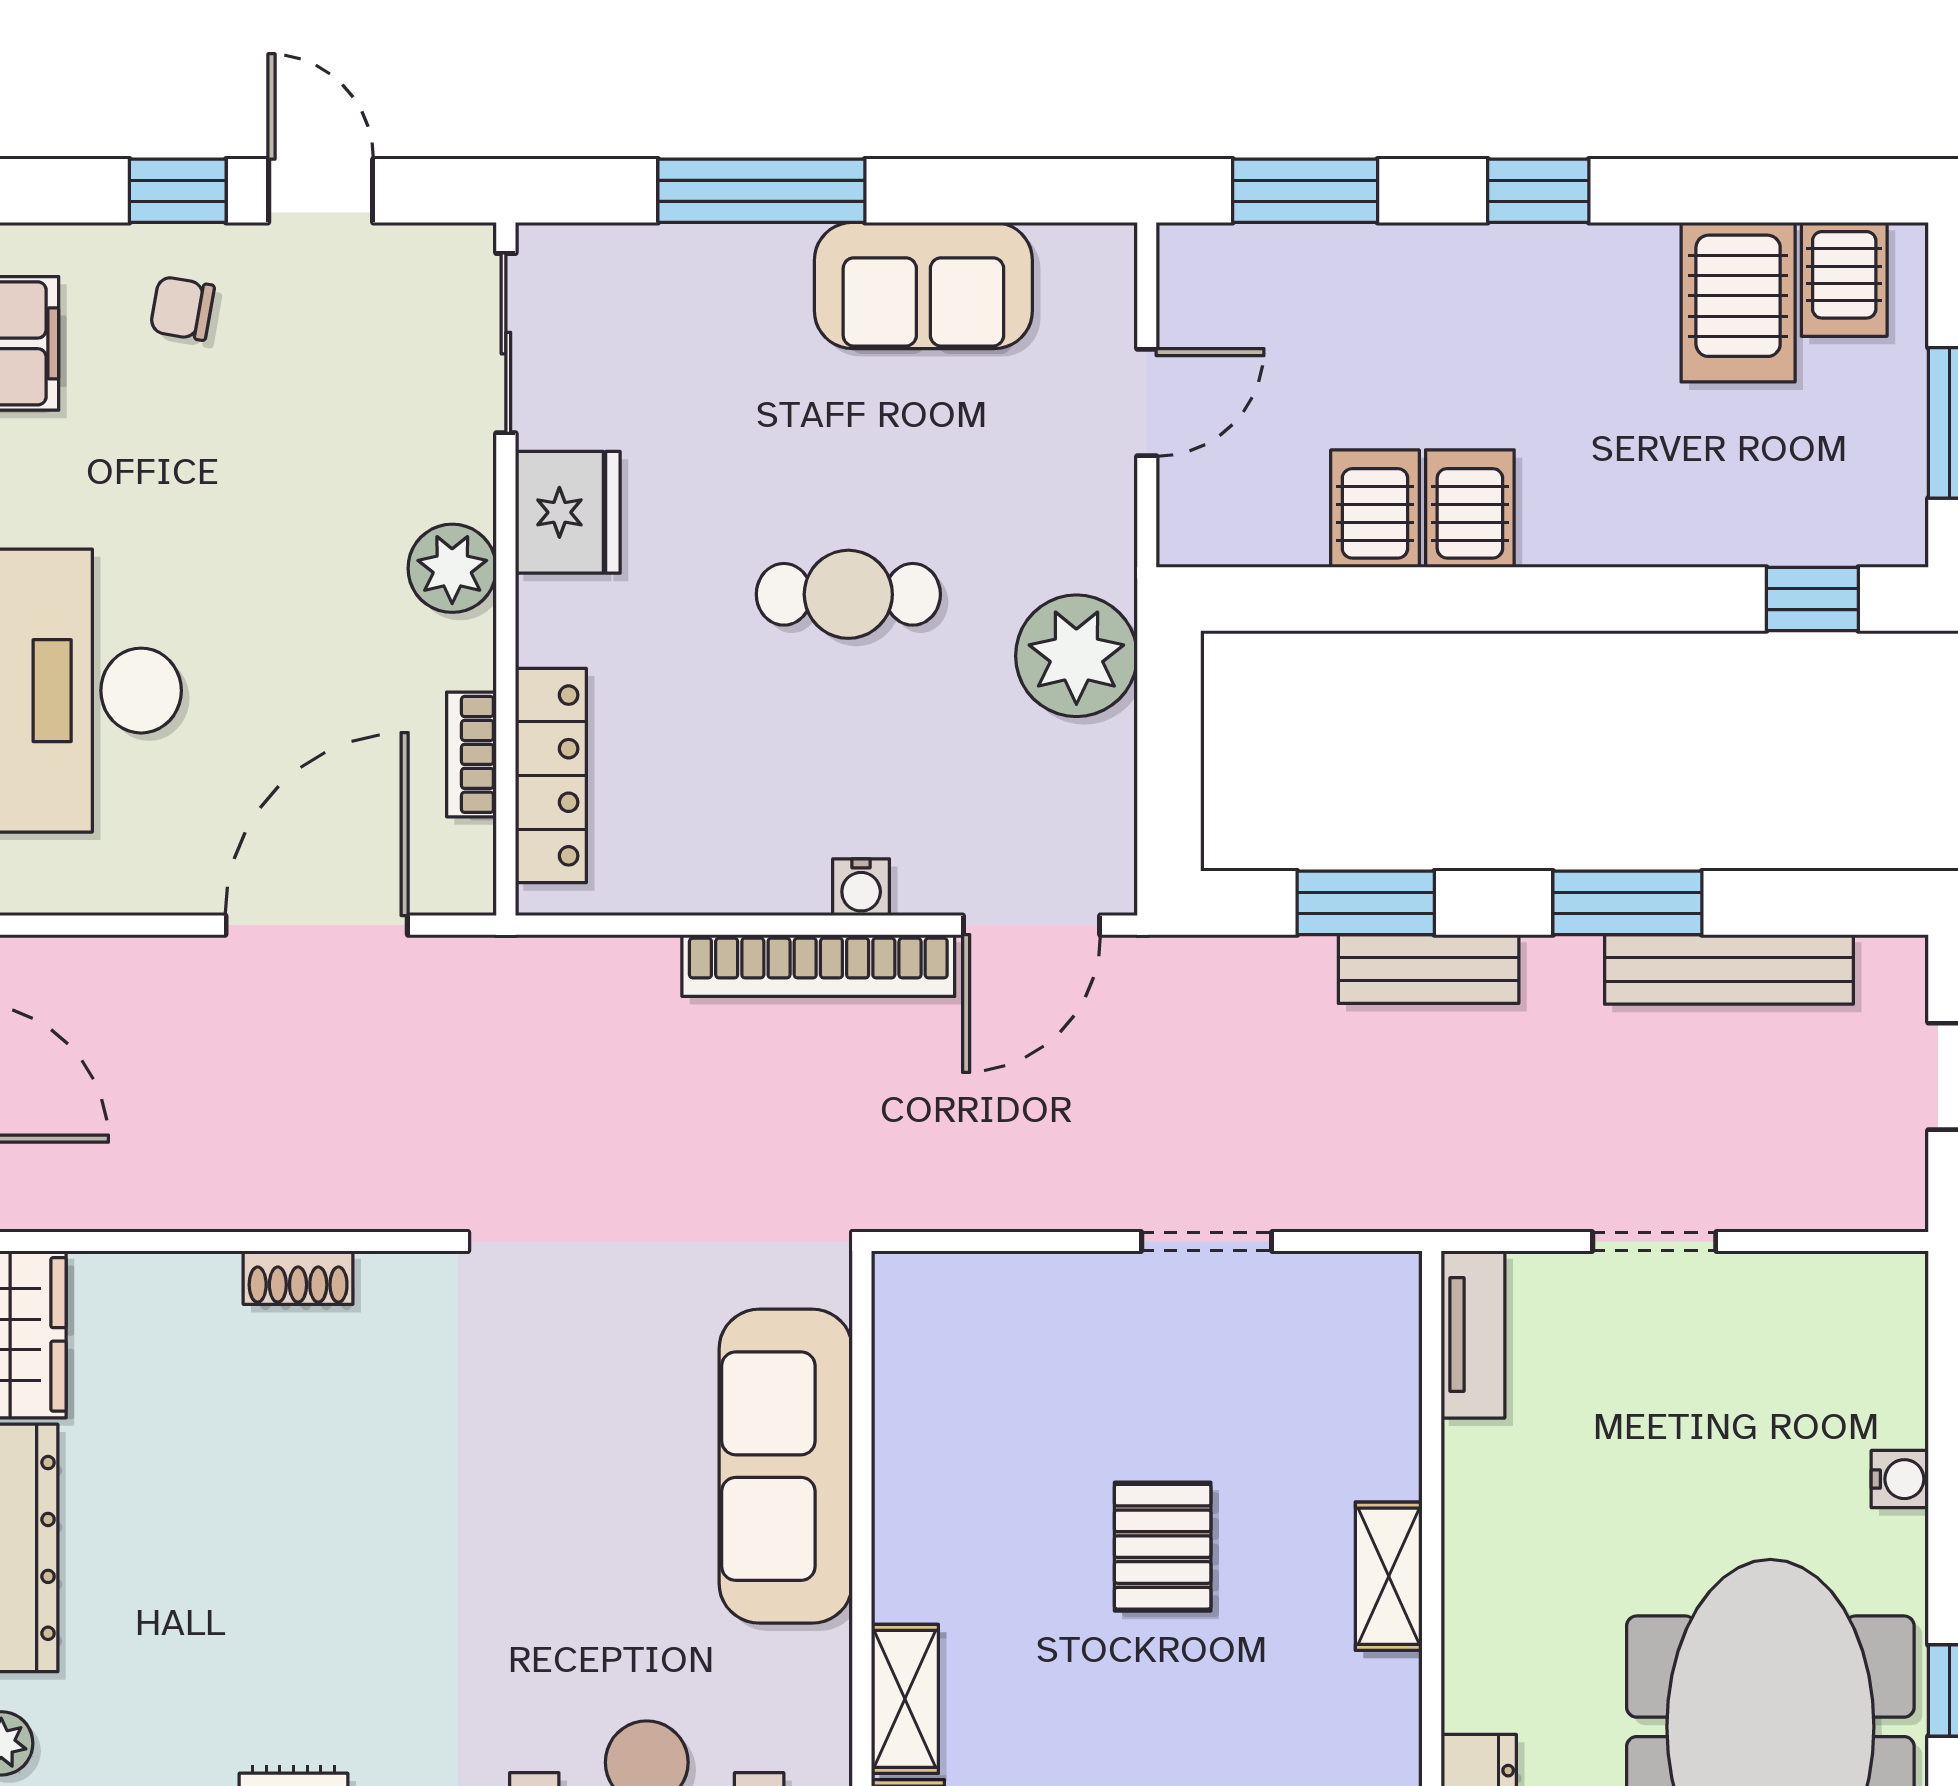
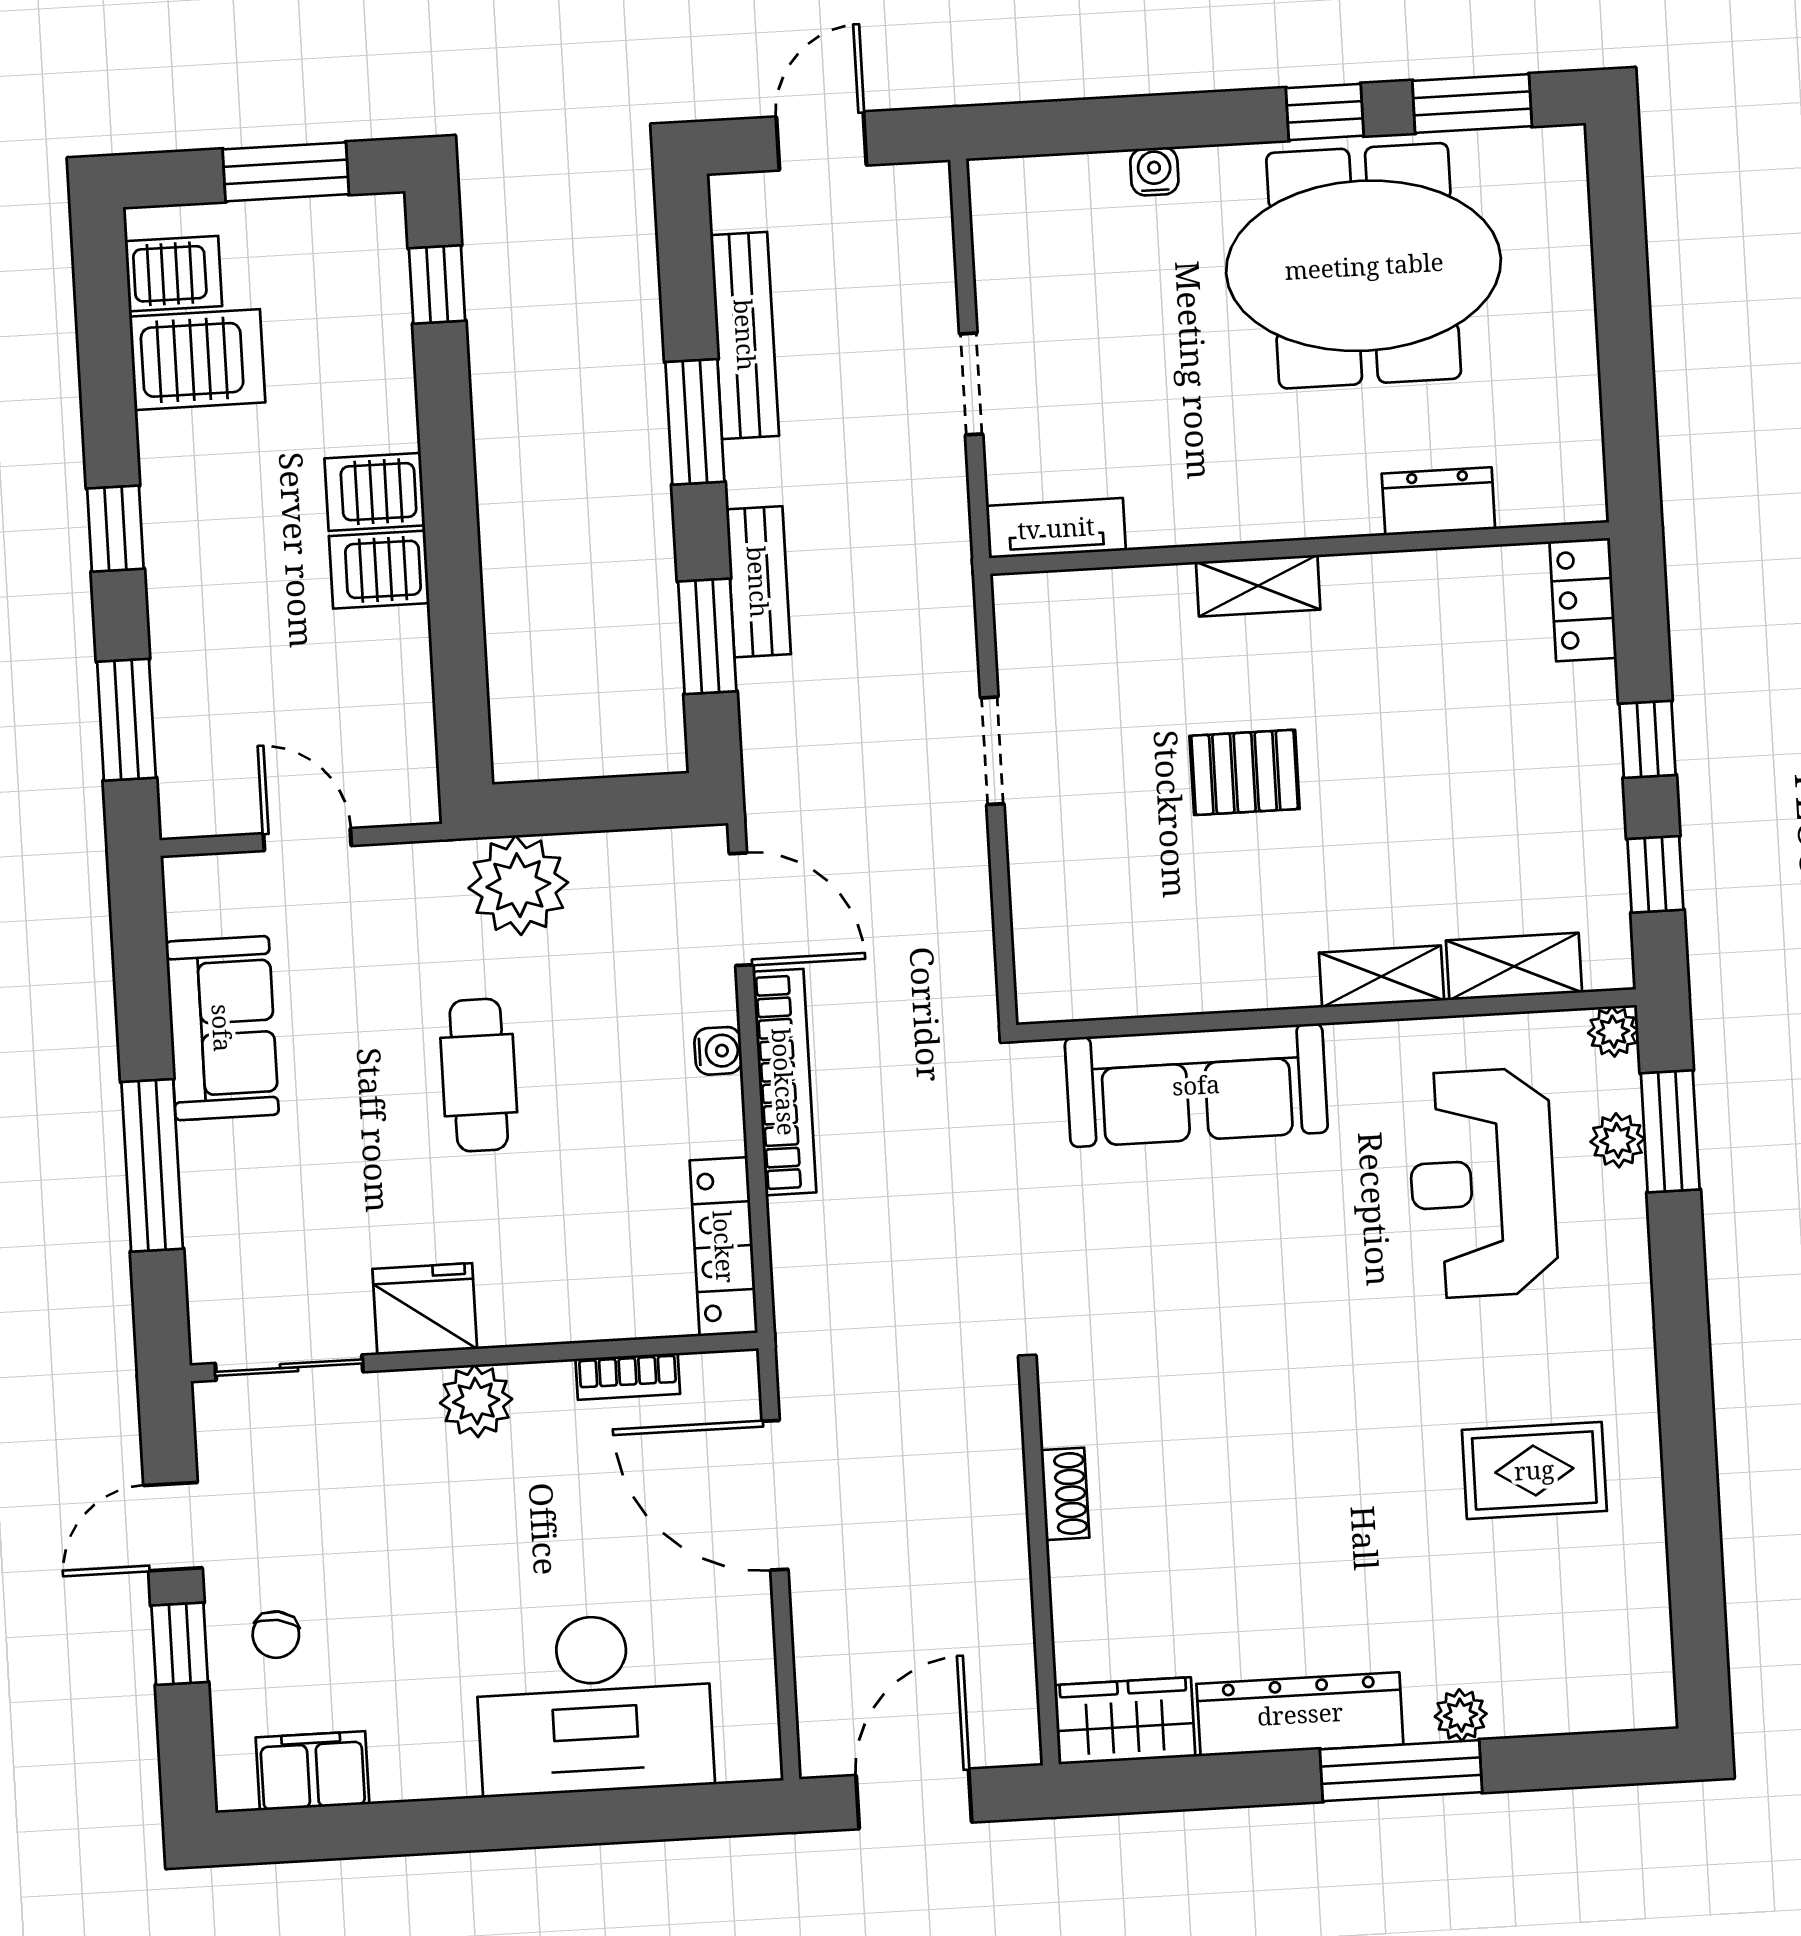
server rack: (1375, 509) -> (375, 492), moved
locker: (551, 775) -> (724, 1247), moved, turned -90

